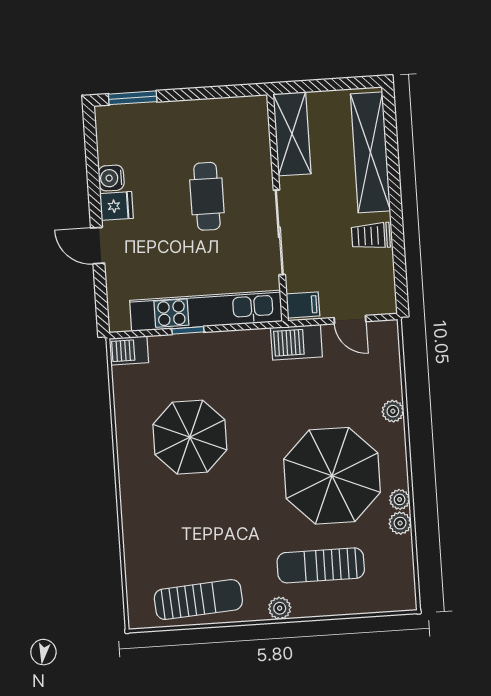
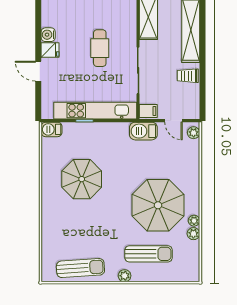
plant: (393, 411) -> (194, 133), moved
sun lounger: (321, 565) -> (149, 254), turned 180

